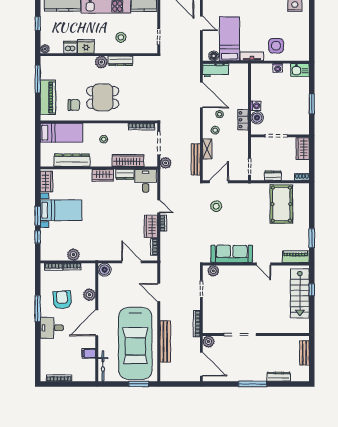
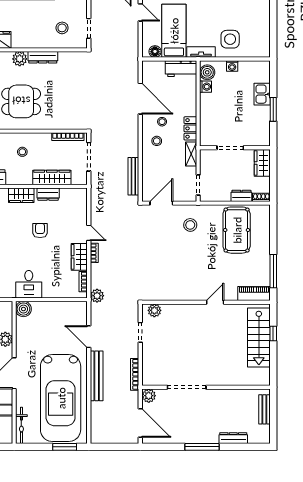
stool: (121, 37) -> (62, 28), moved
workbench: (216, 70) -> (181, 69), moved
kitchen sink: (300, 70) -> (262, 94), moved, turned 90
washing machine: (256, 106) -> (206, 87), moved
boiler: (257, 118) -> (207, 72), moved
shelving: (207, 149) -> (191, 154), moved
plant: (166, 163) -> (97, 296), moved
dresser: (273, 176) -> (241, 196), moved
desk: (146, 181) -> (29, 284), moved, turned 180
armchair: (118, 204) -> (40, 230), added
stool: (216, 206) -> (190, 225), moved
window: (312, 238) -> (273, 271), width x1.44
sofa: (232, 254) -> (177, 290), removed
door: (132, 262) -> (56, 300), removed
door: (264, 264) -> (215, 302), swing flipped
bench: (165, 341) -> (97, 376), moved

